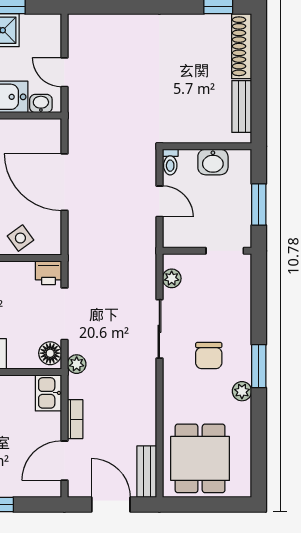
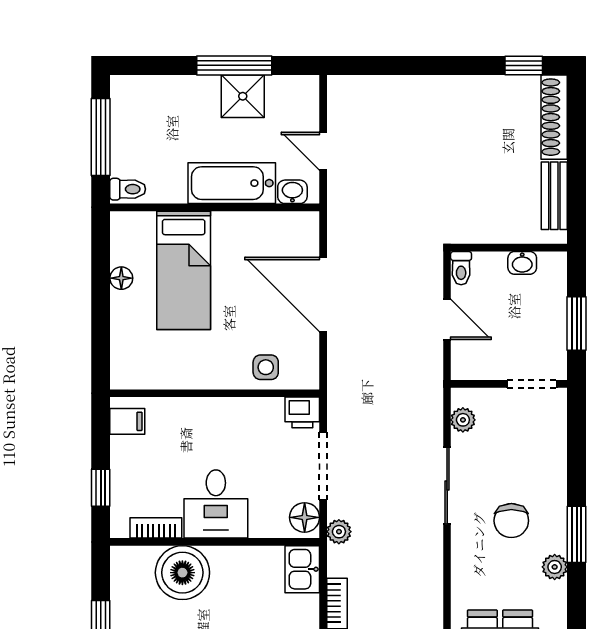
washbasin: (213, 162) -> (522, 263), width x0.72, depth x0.69
side table: (20, 238) -> (266, 367), turned 36

